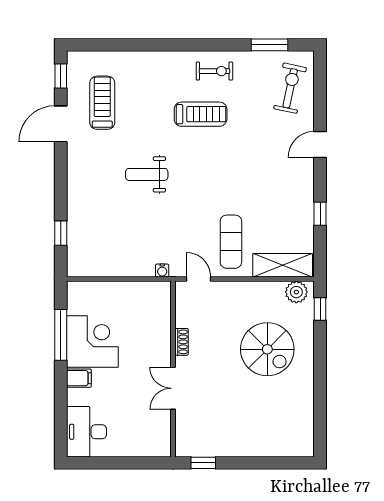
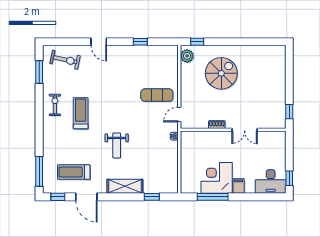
window: (103, 45) -> (39, 171), added
exercise bike: (290, 88) -> (65, 60), turned 180
shelving: (283, 265) -> (125, 186), moved, turned 90
window: (92, 463) -> (289, 178), added

